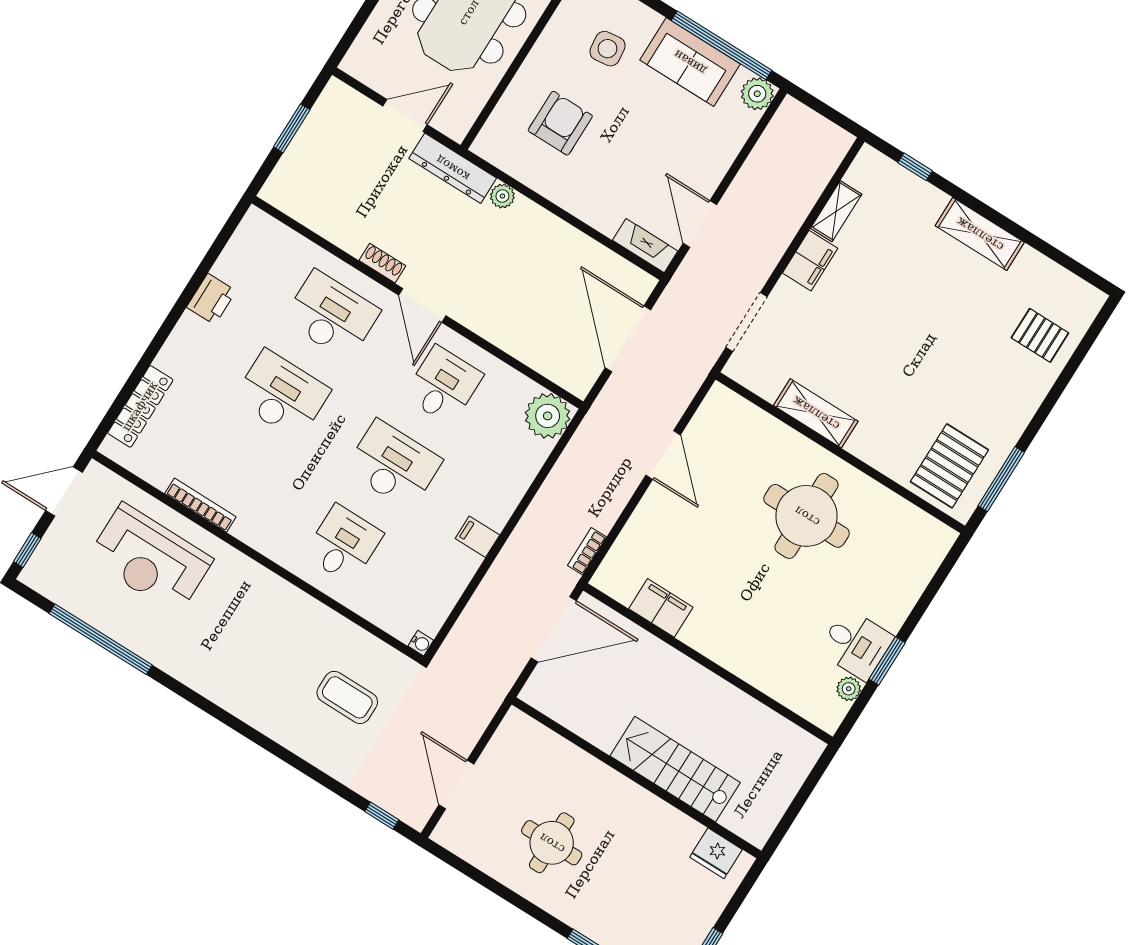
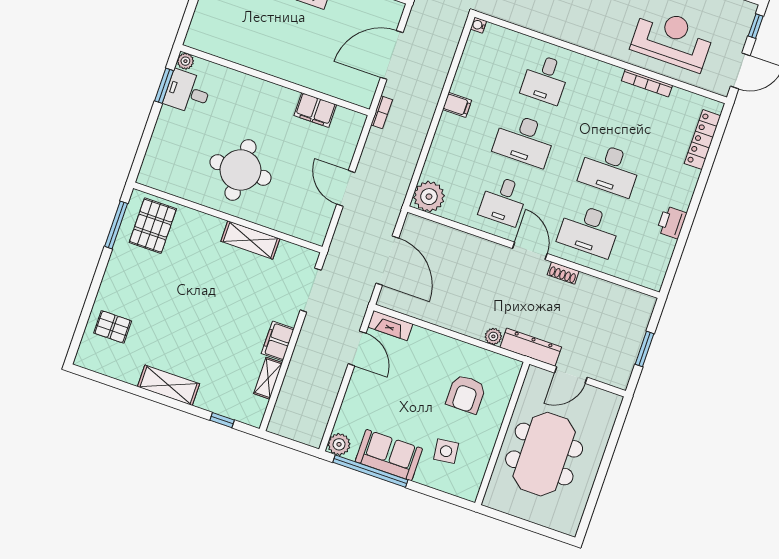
filing cabinet: (661, 608) -> (315, 110), moved
wall: (708, 664) -> (275, 80), moved

